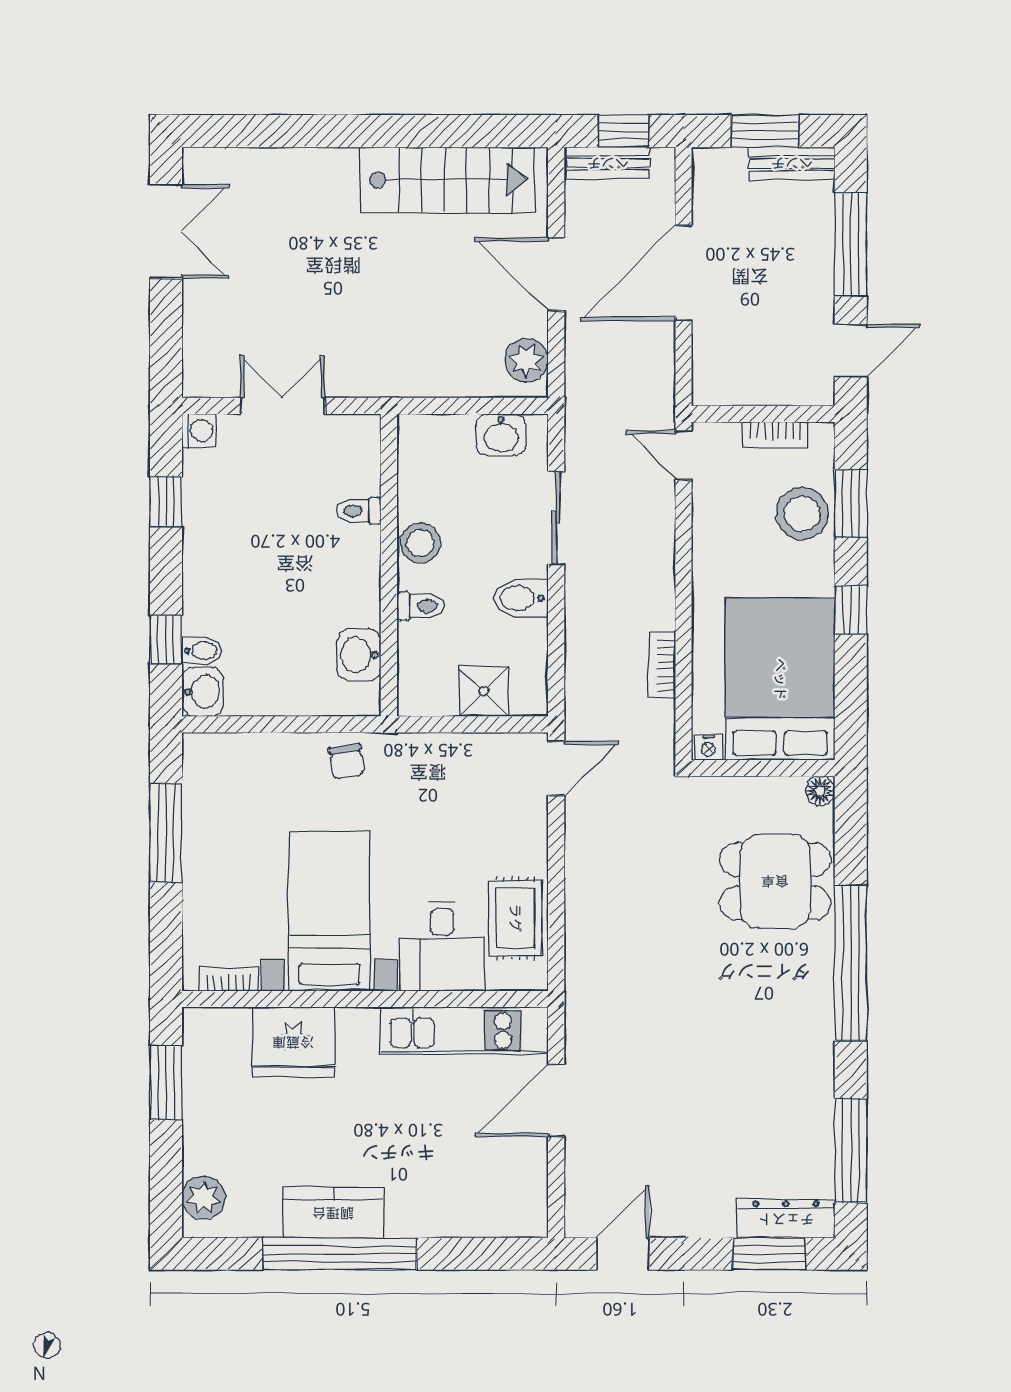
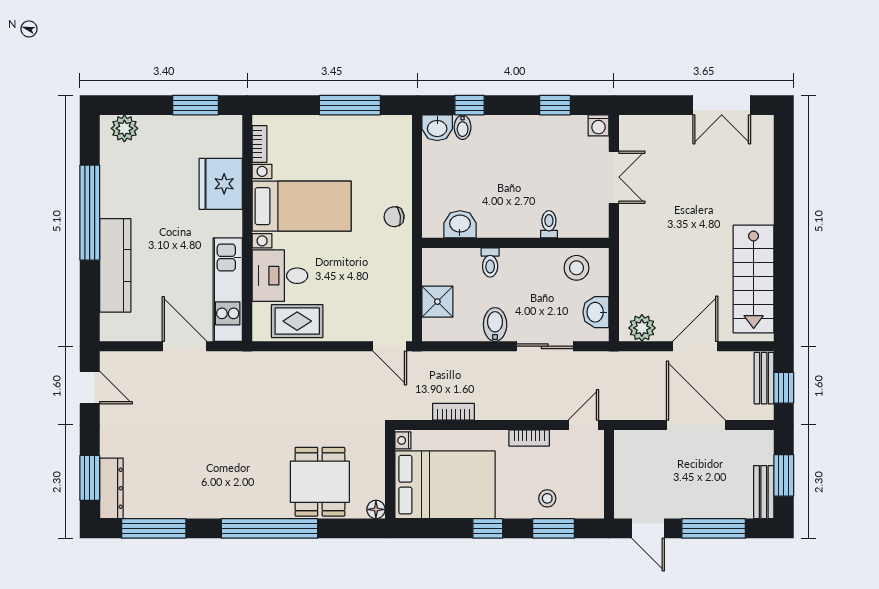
bookcase: (776, 435) -> (529, 438), moved, turned -90
stool: (802, 514) -> (547, 498), width x0.53, depth x0.53
stool: (420, 543) -> (576, 268), moved
kitchen counter: (333, 1213) -> (115, 265), moved, width x1.50

